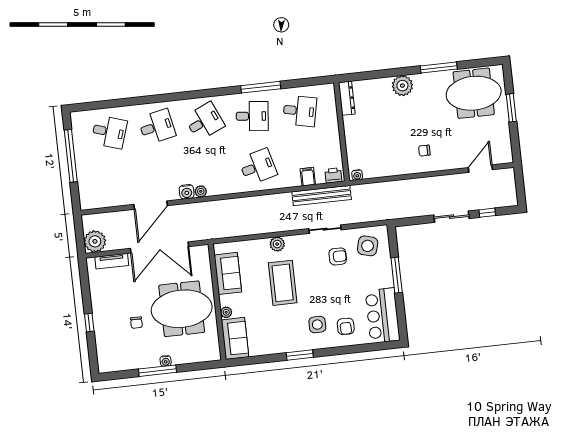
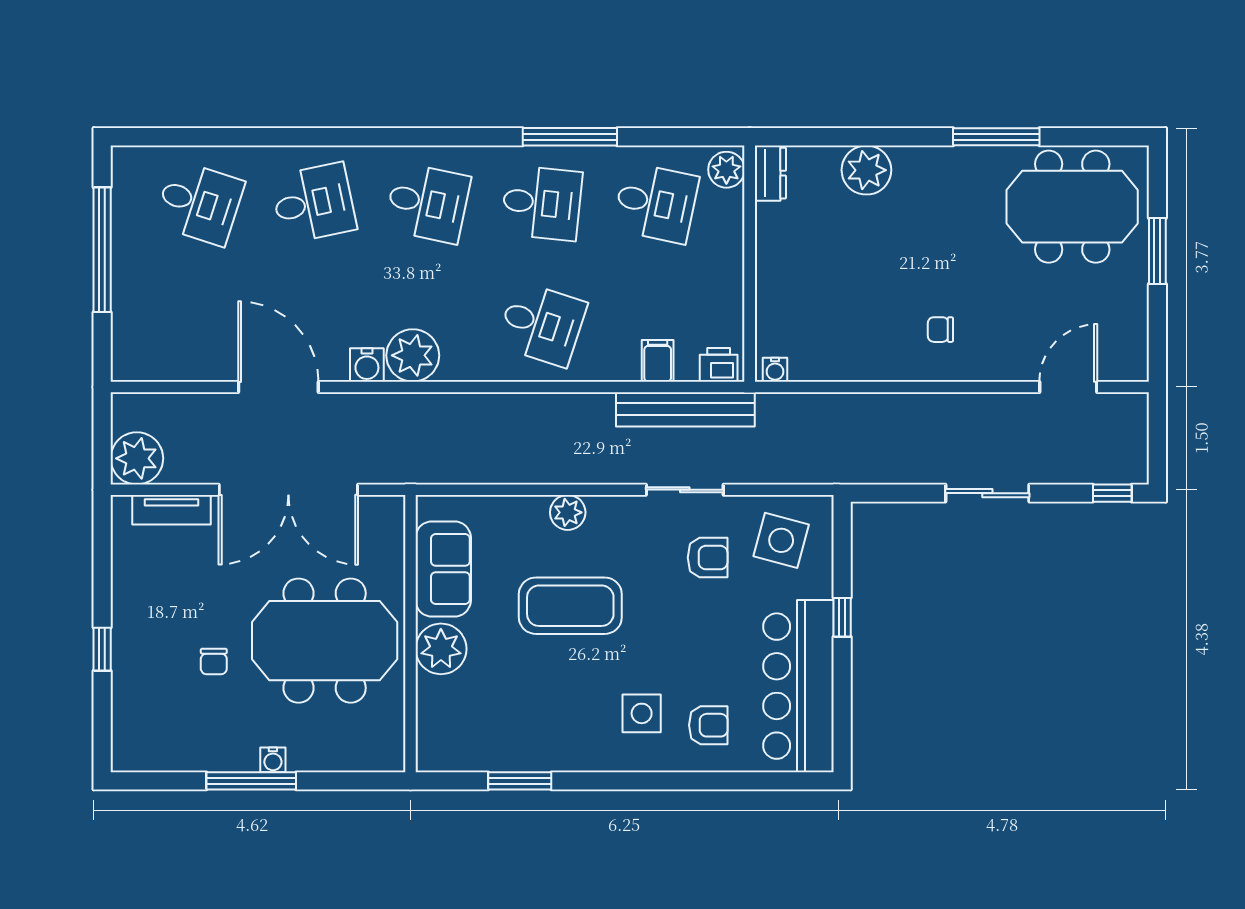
plant: (402, 86) -> (866, 170), moved
plant: (328, 94) -> (726, 170), added
dresser: (347, 98) -> (770, 173), width x0.70
desk: (204, 121) -> (428, 203), turned 36
desk: (258, 167) -> (542, 324), turned 33
plant: (201, 191) -> (413, 355), width x1.87, depth x1.87
door: (151, 205) -> (278, 387), swing flipped
window: (487, 213) -> (1112, 493), moved
window: (397, 275) -> (842, 617), width x0.46
coffee table: (283, 283) -> (570, 606), turned 90
plant: (226, 312) -> (441, 649), width x1.88, depth x1.88
bar counter: (383, 316) -> (798, 686), width x1.36
armchair: (346, 326) -> (708, 725), turned -90
sofa: (235, 338) -> (443, 725), removed
window: (300, 355) -> (520, 781), moved

